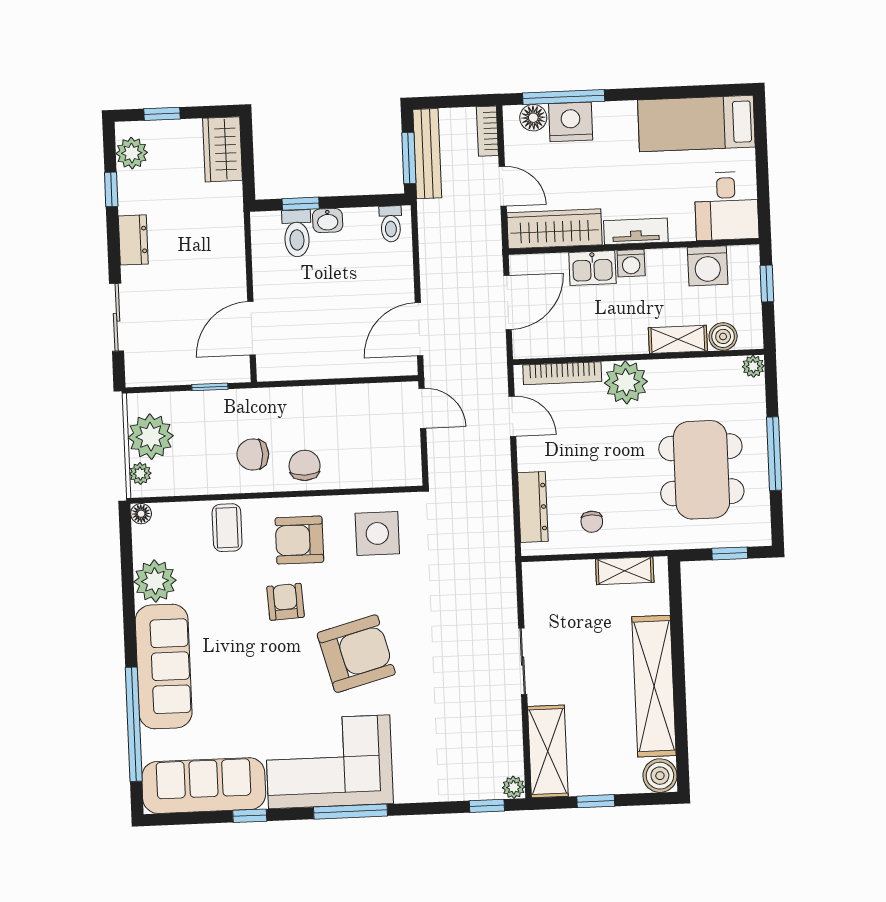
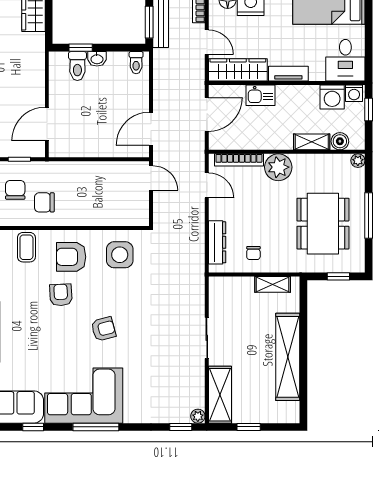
washing machine: (631, 263) -> (354, 93), moved
chair: (305, 465) -> (15, 190), moved
armchair: (356, 654) -> (103, 329), width x0.53, depth x0.53
boiler: (660, 776) -> (289, 413), removed

